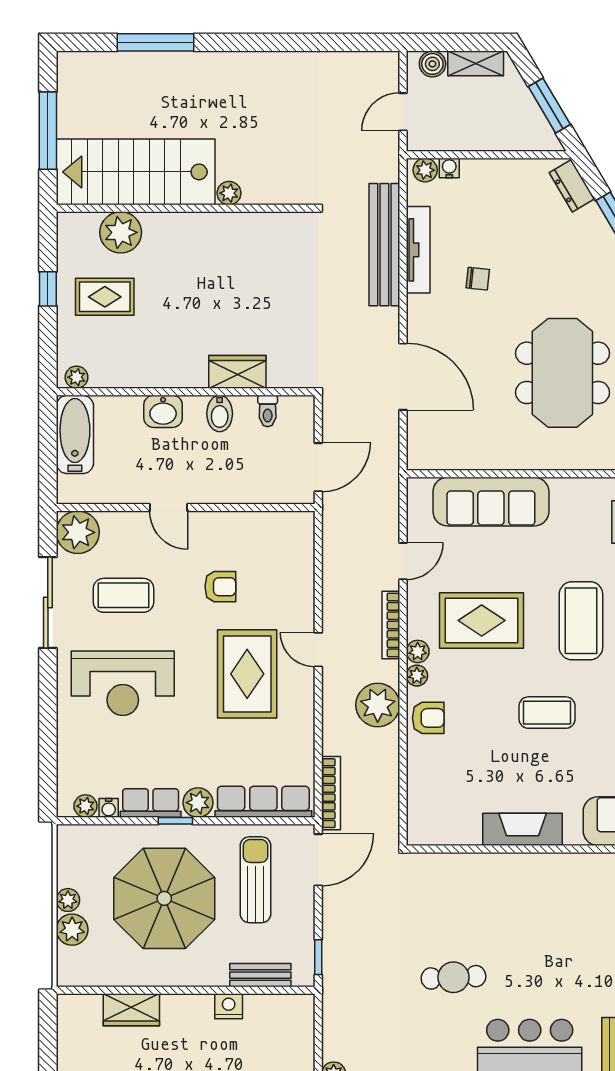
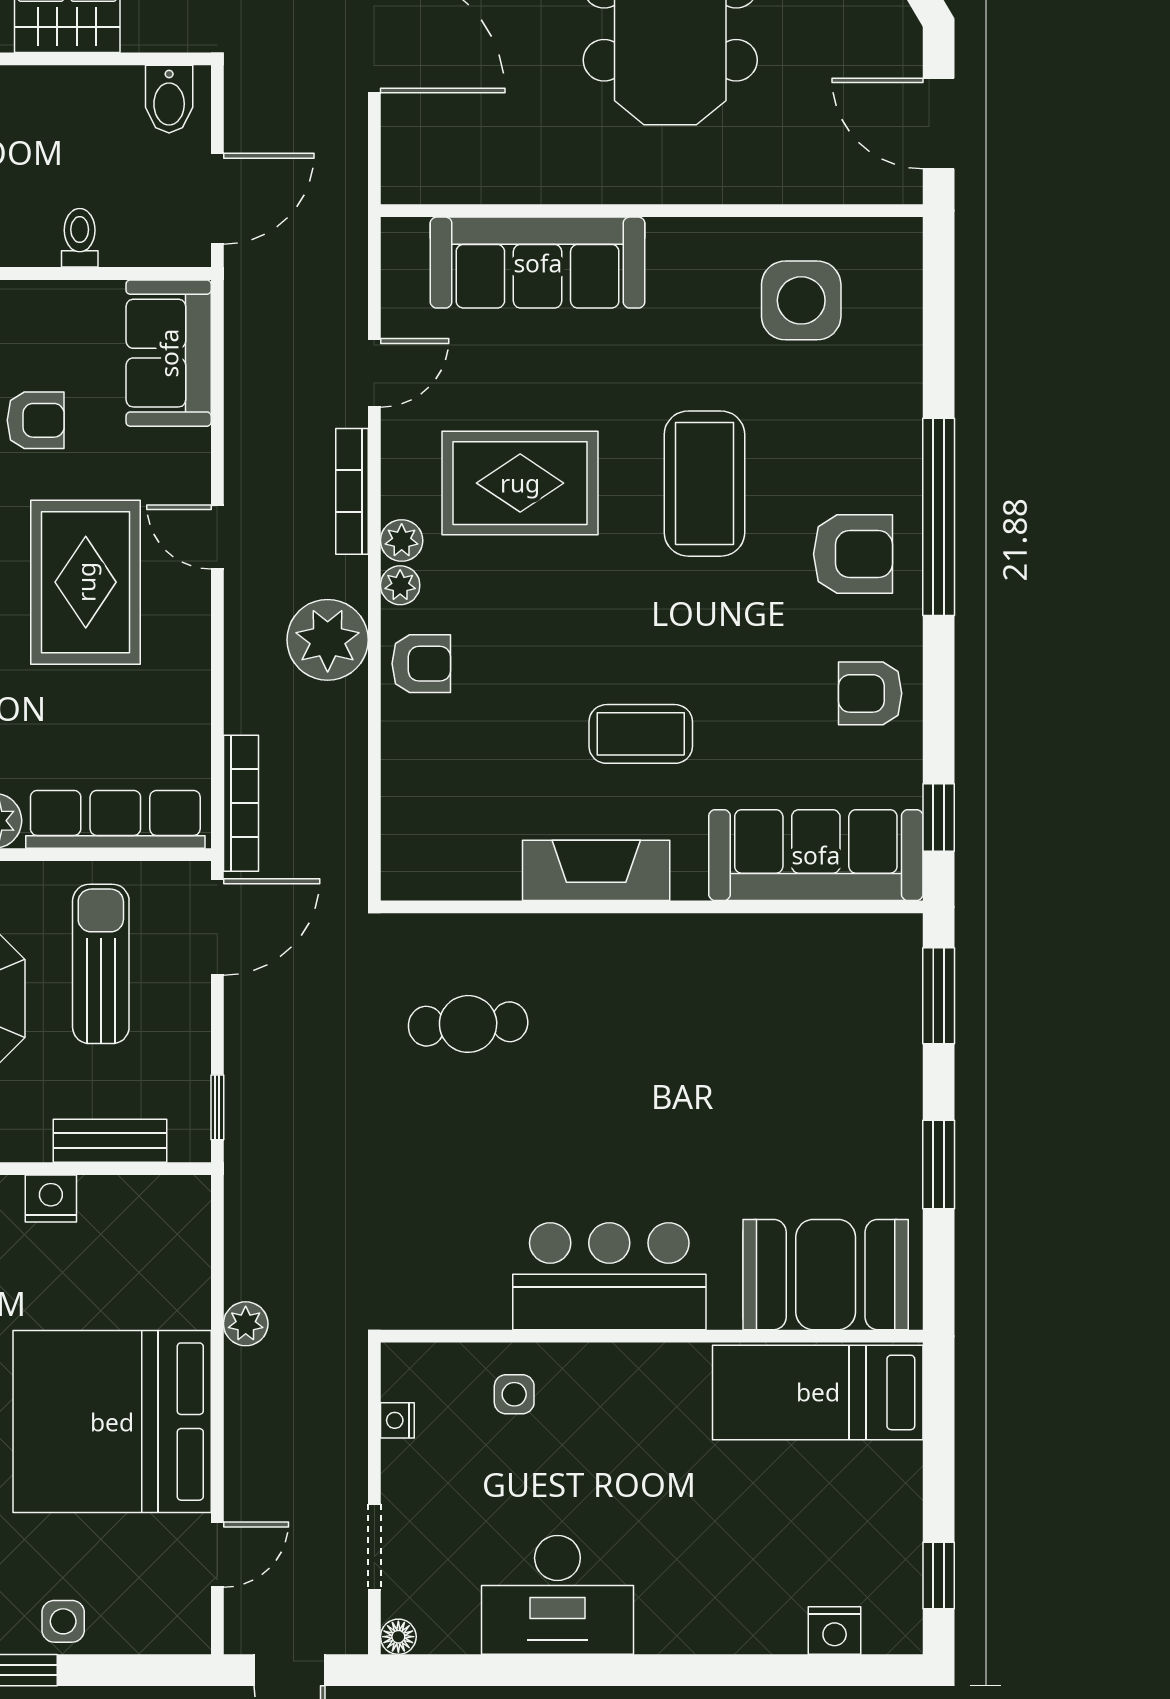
toilet: (268, 411) -> (80, 238), moved, turned 180
bidet: (220, 414) -> (169, 99), moved
sofa: (292, 550) -> (169, 353), added
coffee table: (547, 713) -> (641, 734), moved
cafe table: (453, 977) -> (468, 1024), moved

